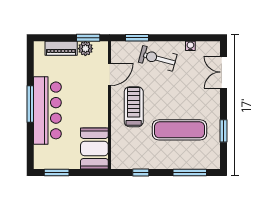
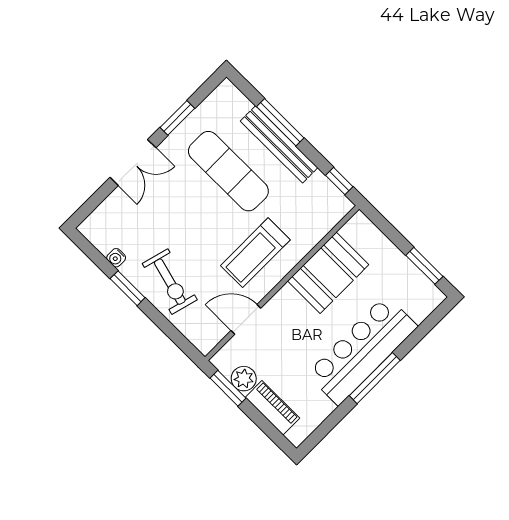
window: (137, 38) -> (128, 288), moved
double door: (224, 72) -> (133, 162), moved
booth: (94, 148) -> (328, 273), moved
bench: (169, 163) -> (279, 144), added
window: (141, 172) -> (339, 181), moved
window: (190, 172) -> (280, 122), moved

